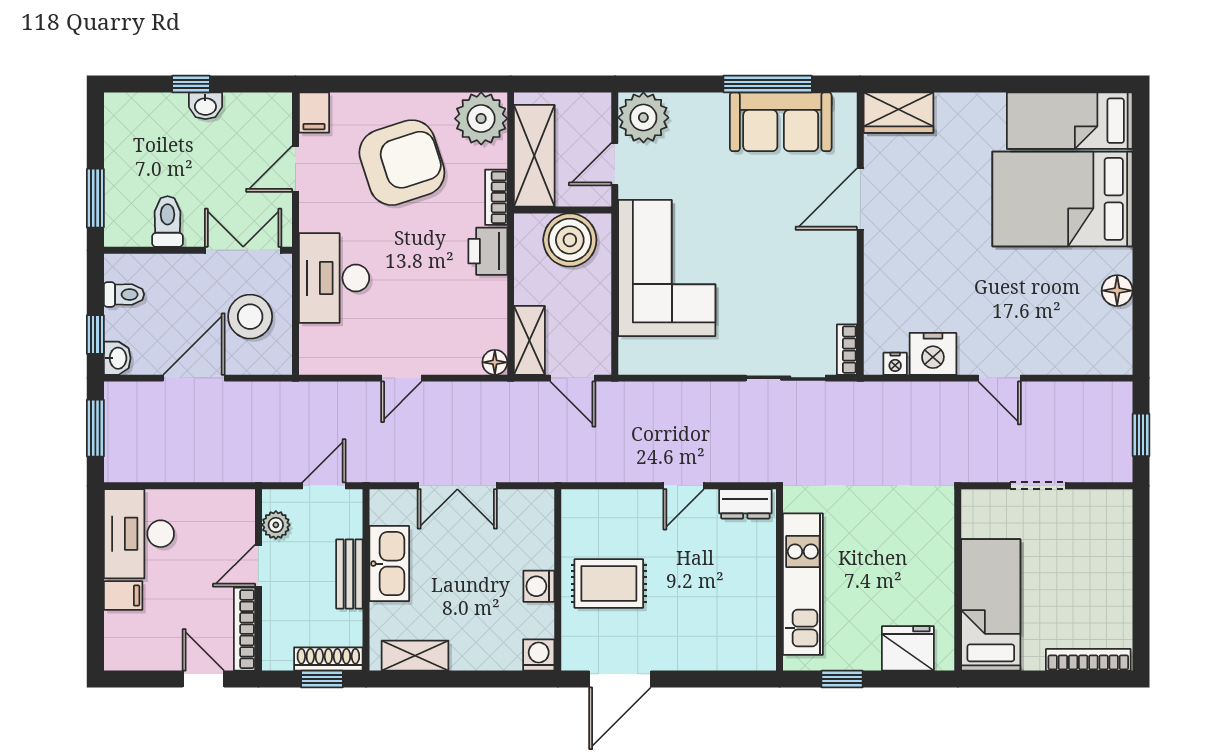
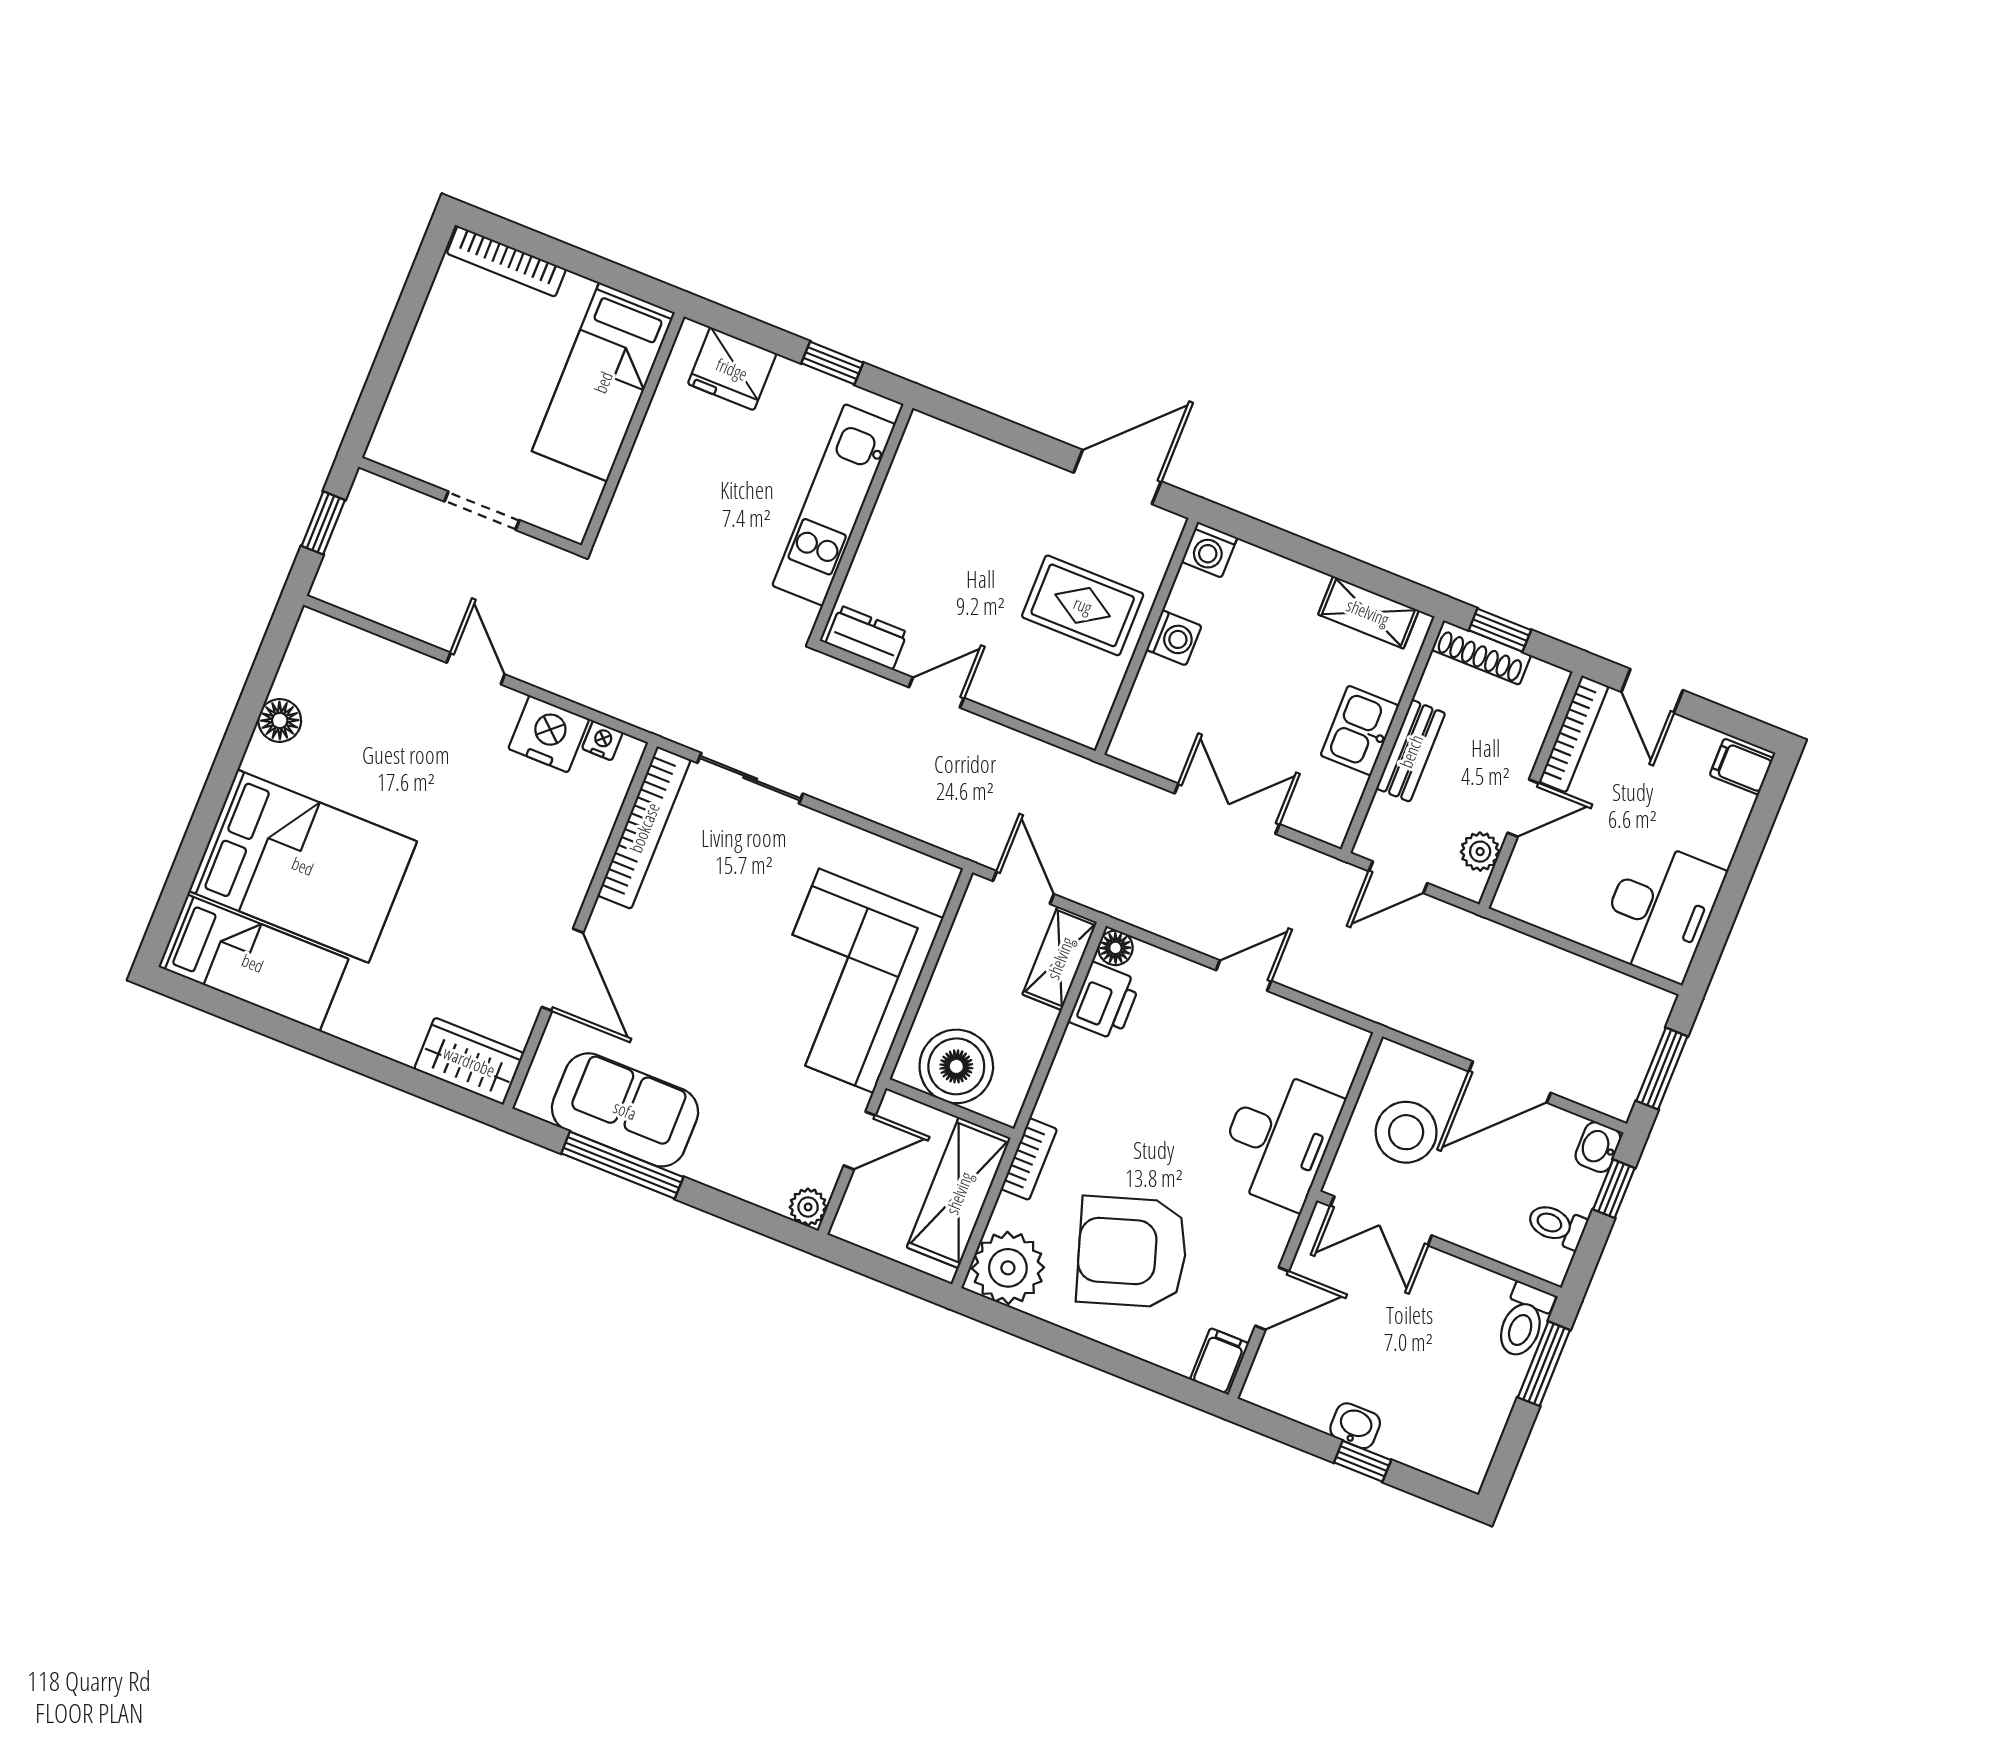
plant: (643, 118) -> (808, 1207), width x0.53, depth x0.53
door: (860, 199) -> (562, 970), hinge flipped
toilet: (168, 222) -> (1524, 1321), moved
printer: (488, 251) -> (1105, 1001), moved
bookcase: (847, 350) -> (644, 828), width x2.31, depth x1.31
kitchen sink: (389, 564) -> (1360, 731), width x0.73
filing cabinet: (123, 596) -> (1741, 767), moved

